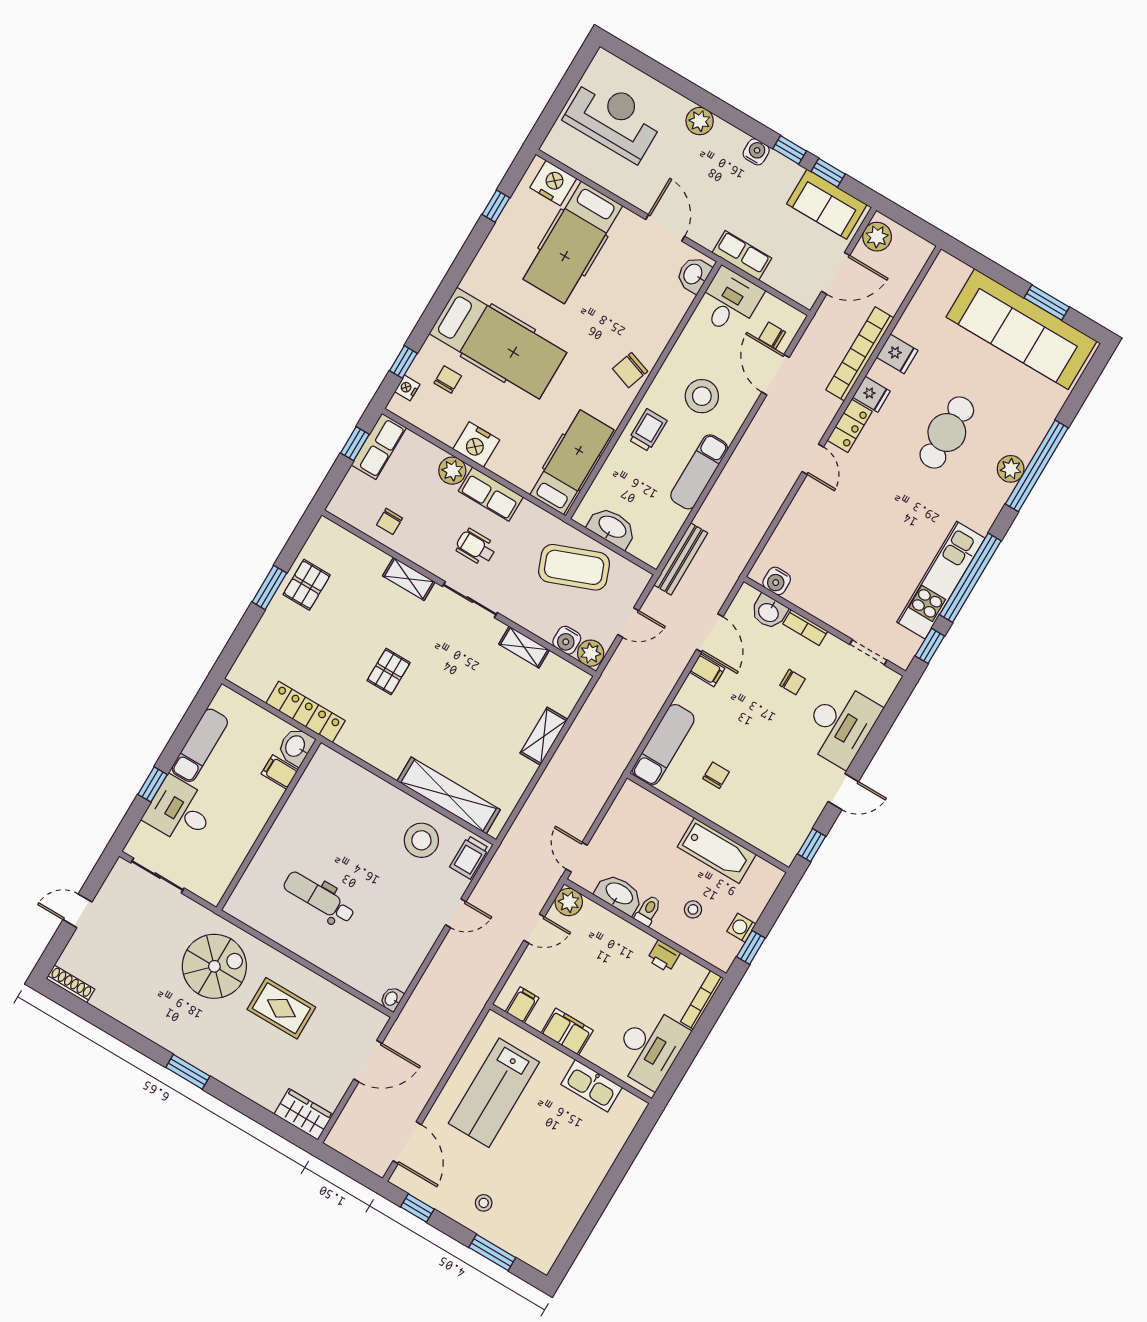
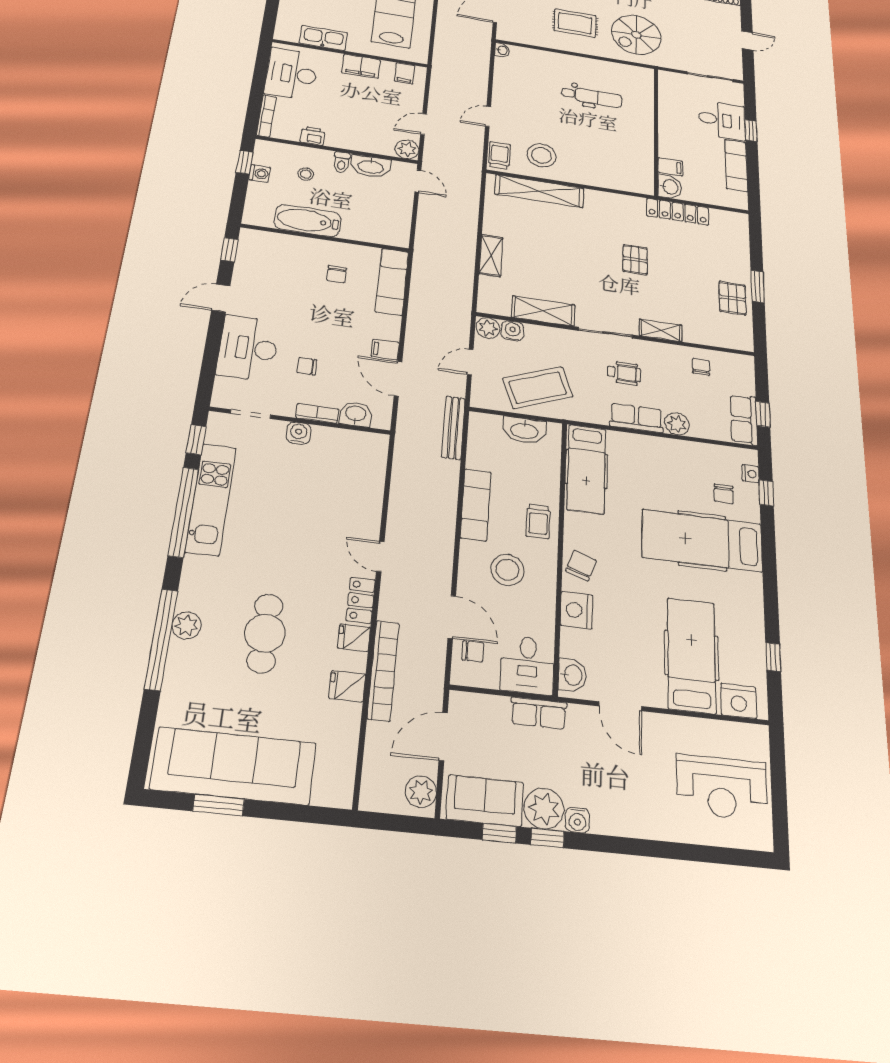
plant: (700, 121) -> (544, 809), moved, width x1.36, depth x1.36
nightstand: (476, 445) -> (577, 610), moved, turned -90
water cooler: (777, 581) -> (299, 433), moved
shelving: (524, 647) -> (543, 311), width x1.50, depth x1.33

